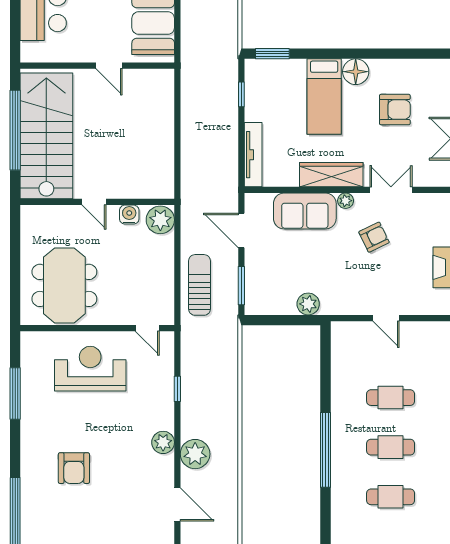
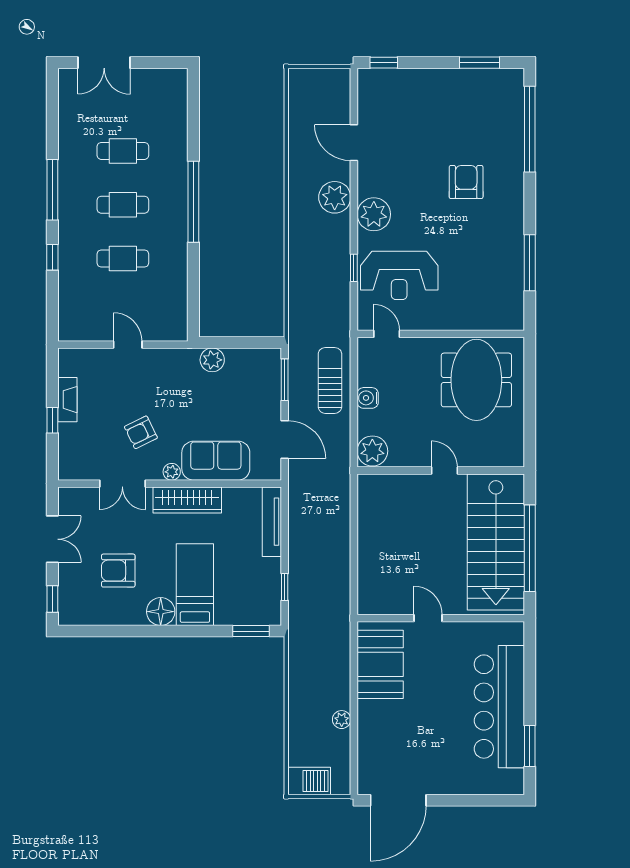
water cooler: (129, 215) -> (368, 398), moved, turned 90
sun lounger: (199, 285) -> (330, 380), turned 180
reception desk: (90, 369) -> (399, 275), moved
plant: (163, 442) -> (374, 214), width x1.36, depth x1.36

